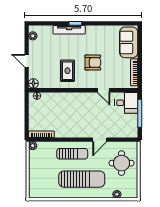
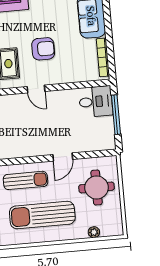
door: (104, 90) -> (36, 89), moved
sun lounger: (82, 179) -> (42, 215), turned 180

